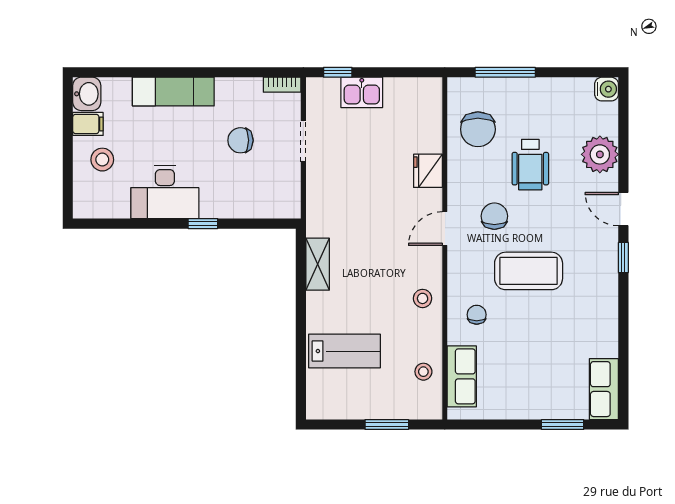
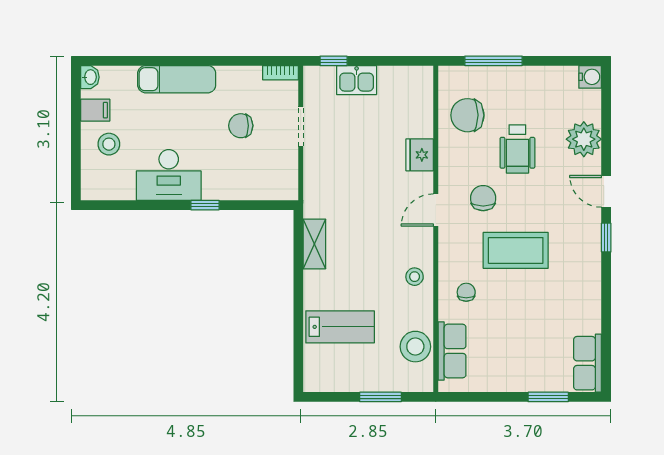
washbasin: (87, 94) -> (90, 77), width x0.72, depth x0.69
chair: (478, 129) -> (467, 115), turned 90
stool: (423, 372) -> (415, 347), width x1.89, depth x1.89

